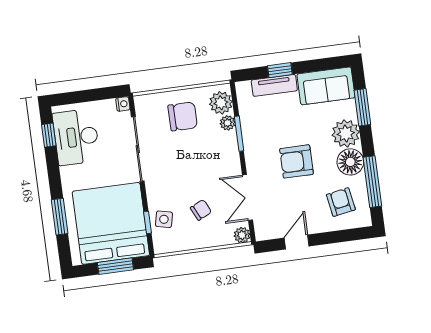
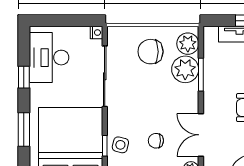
chair: (183, 116) -> (151, 52), turned 180
plant: (228, 123) -> (185, 69), width x1.88, depth x1.88
window: (49, 135) -> (24, 77), moved
chair: (201, 210) -> (156, 141), turned -152

